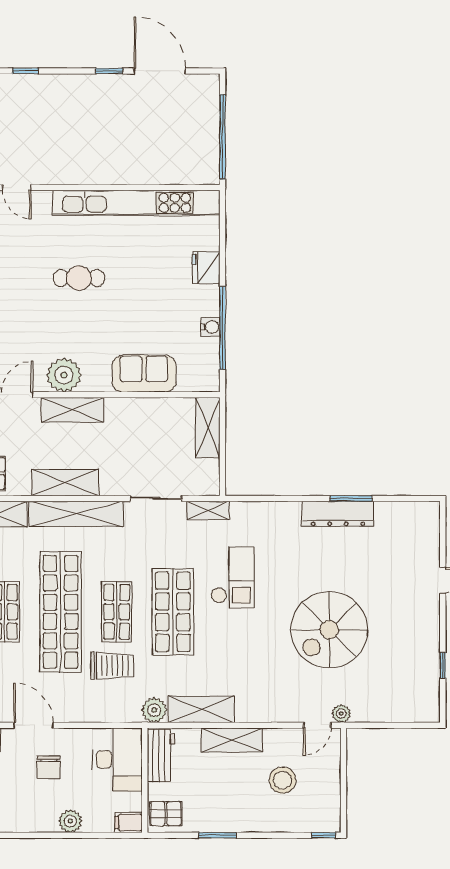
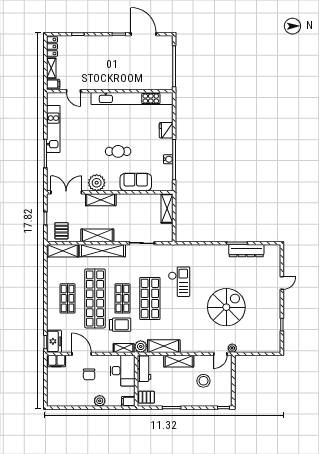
cafe table: (79, 278) -> (118, 151), moved
shelving: (208, 510) -> (124, 348), moved
dresser: (338, 514) -> (246, 251), moved
spiral stairs: (329, 630) -> (226, 307), turned 180

